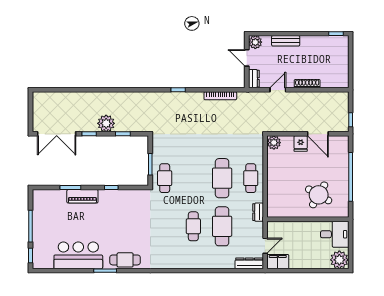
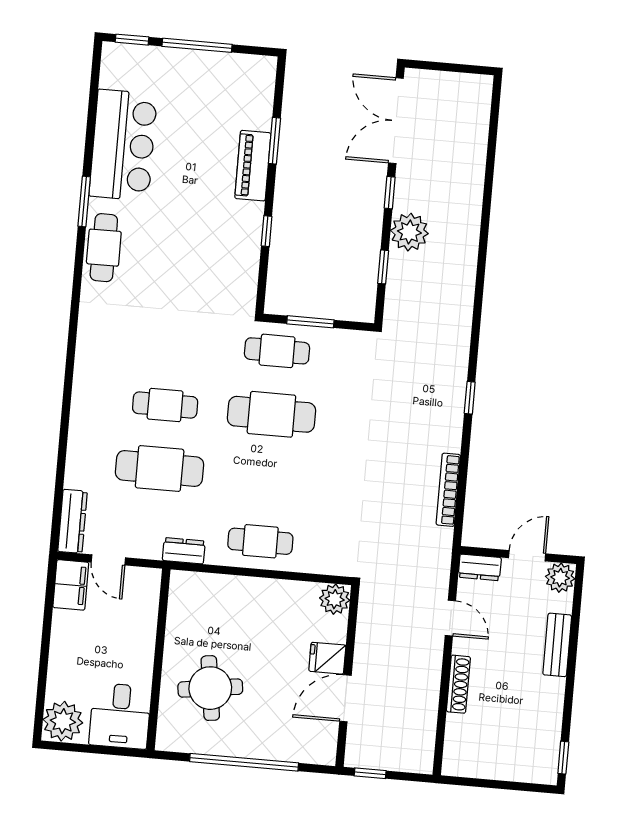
cafe table: (222, 178) -> (271, 414), moved
round table: (319, 195) -> (210, 688), turned -38

